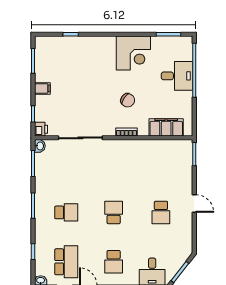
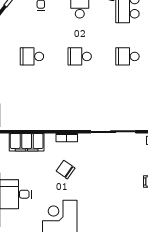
school desk: (114, 212) -> (80, 56), turned 90
school desk: (161, 212) -> (32, 56), turned -90

